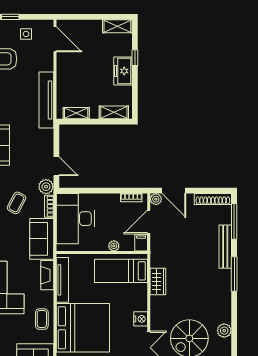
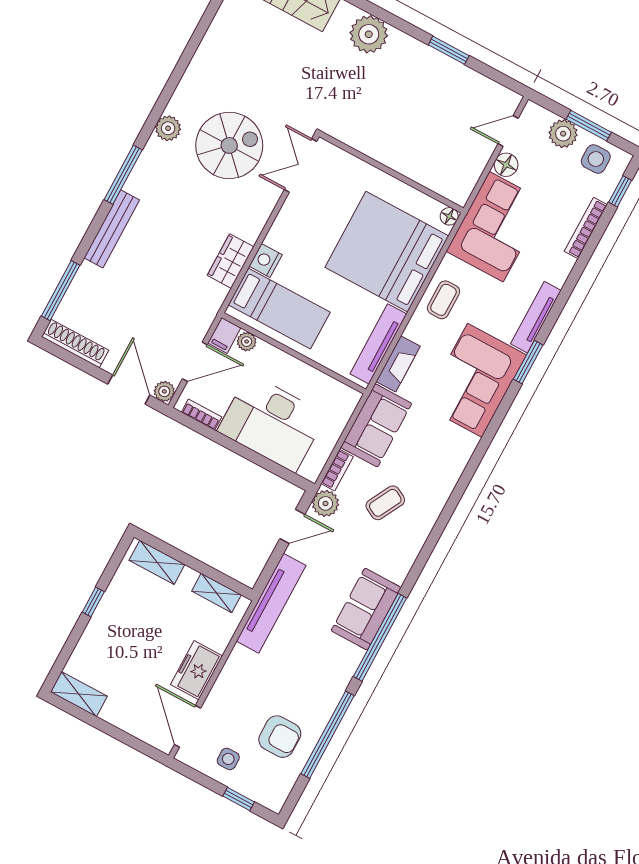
window: (135, 58) -> (93, 602), moved
freezer: (123, 71) -> (196, 670), moved, turned 180
tv unit: (46, 100) -> (271, 603), moved
door: (56, 166) -> (292, 526), swing flipped
desk: (75, 219) -> (272, 423), moved, turned 90
plant: (114, 246) -> (247, 342), moved
bench: (225, 247) -> (112, 229), moved
window: (234, 274) -> (123, 175), moved
nightstand: (141, 319) -> (266, 260), moved

